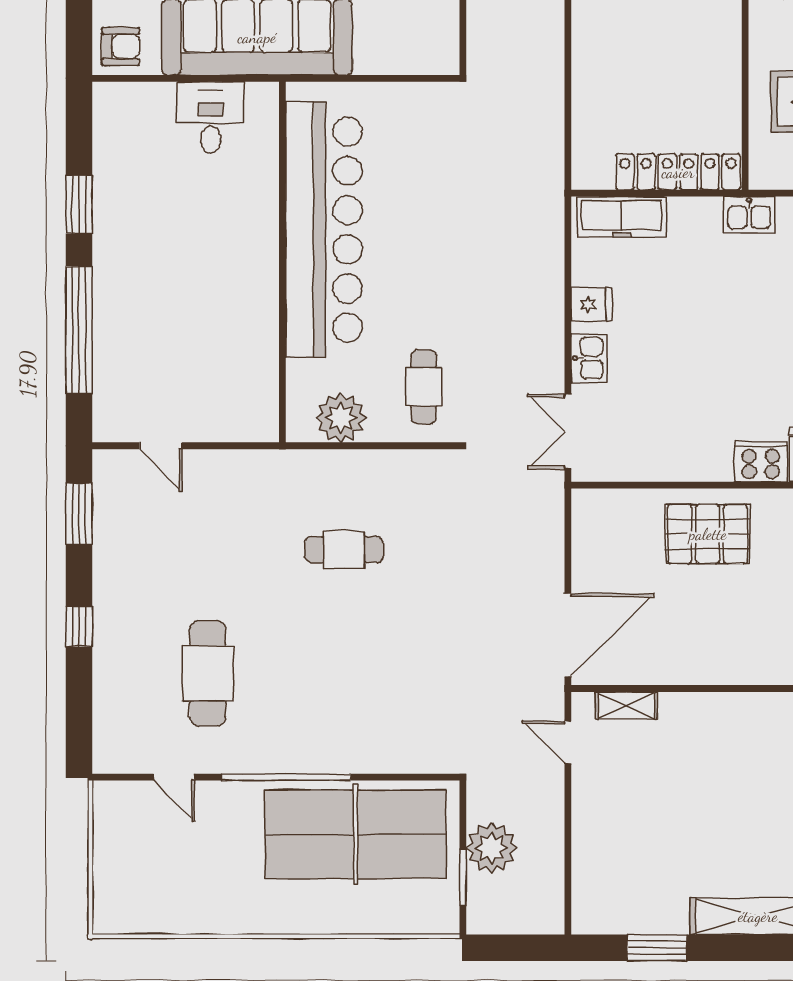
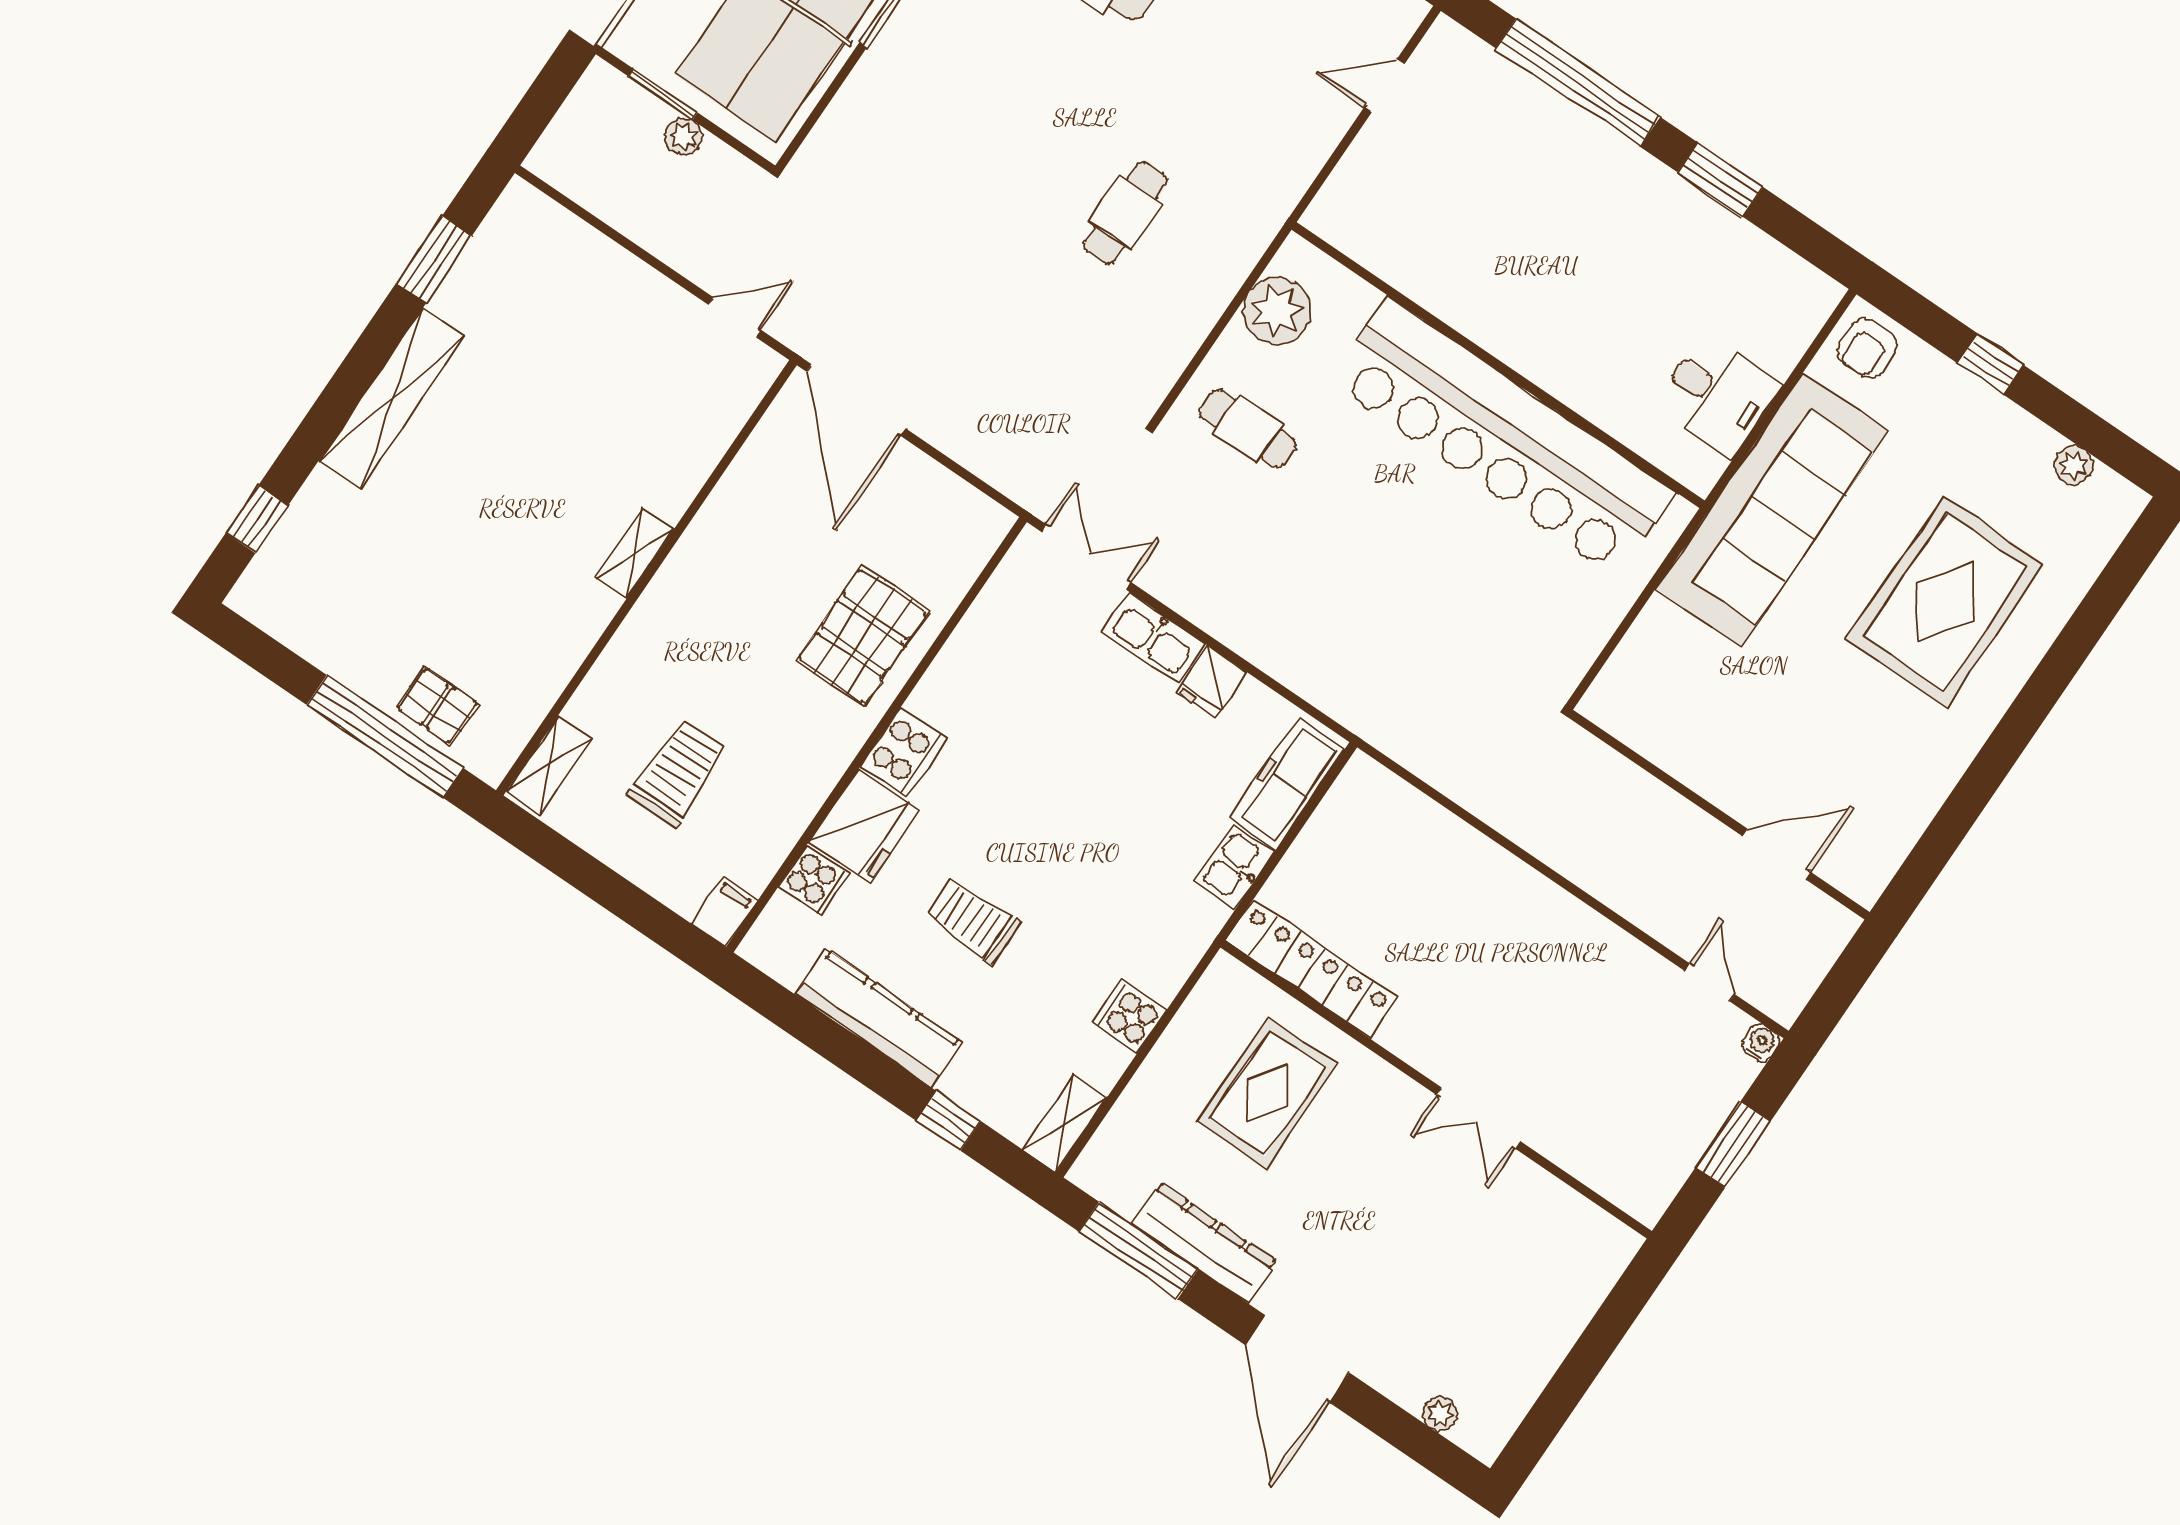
locker: (678, 172) -> (1311, 969), moved, turned -90
kitchen sink: (749, 215) -> (1234, 867), moved
kitchen sink: (589, 358) -> (1153, 638), width x1.38
shelving: (626, 706) -> (635, 553), moved
plant: (492, 848) -> (683, 136), width x0.53, depth x0.53

